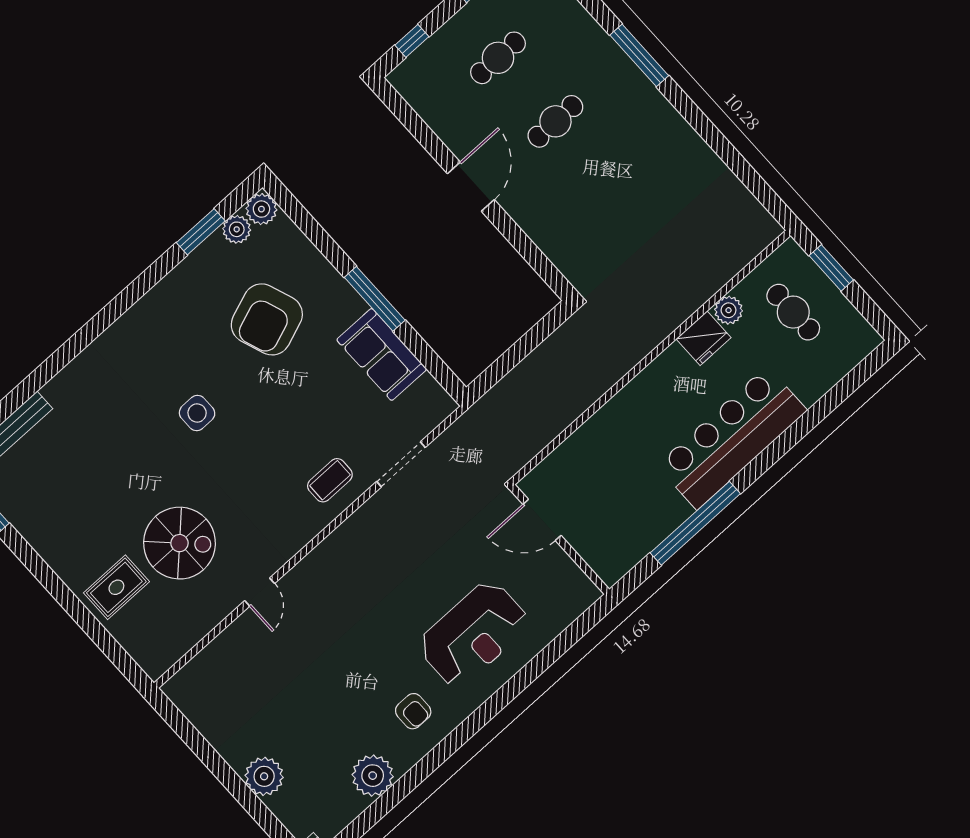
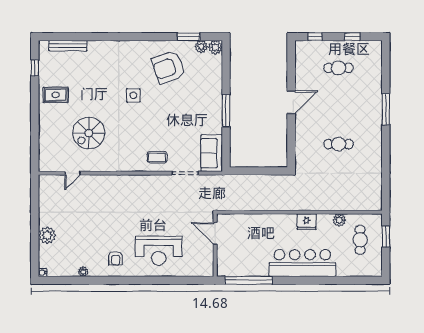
cafe table: (555, 121) -> (338, 144), moved
armchair: (267, 319) -> (168, 67), moved
fridge: (703, 338) -> (307, 222), moved
sofa: (382, 354) -> (212, 153), moved
window: (695, 523) -> (249, 280), moved
spiral stairs: (180, 543) -> (89, 133), turned 90
rug: (116, 587) -> (56, 95), moved
door: (260, 592) -> (72, 173), moved
plant: (373, 776) -> (83, 272), width x0.53, depth x0.53

